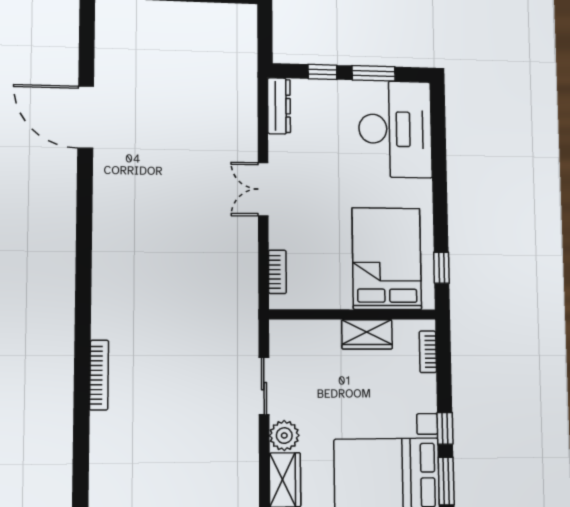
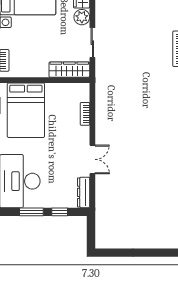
double door: (263, 189) -> (92, 159), moved
bookcase: (277, 272) -> (85, 114), moved
wardrobe: (367, 334) -> (69, 70), moved, width x1.50

